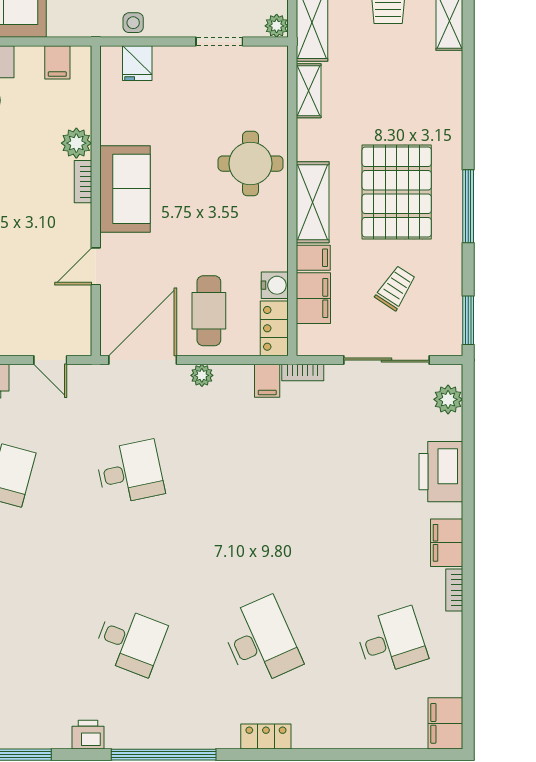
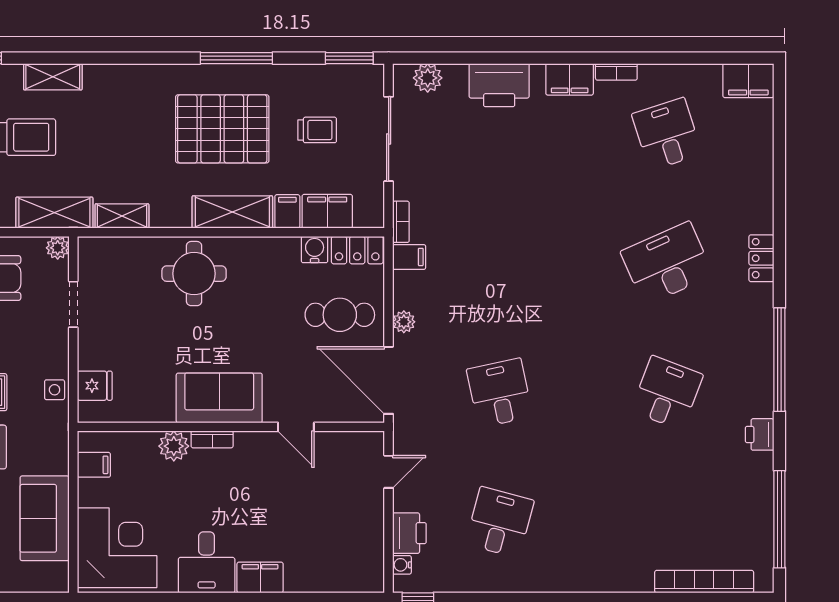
trolley: (396, 288) -> (317, 130), turned 147

